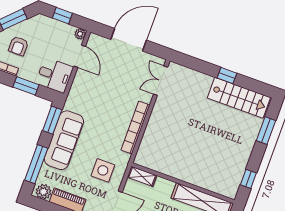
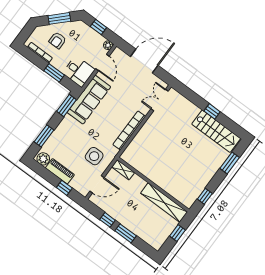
sofa: (64, 140) -> (89, 100), moved
window: (36, 164) -> (44, 136), width x0.69

